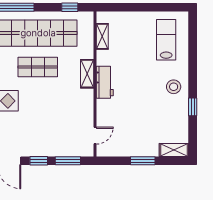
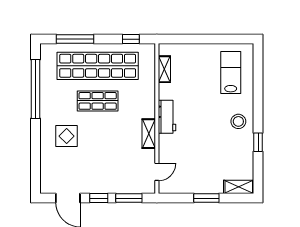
shelving: (87, 74) -> (149, 134), moved

